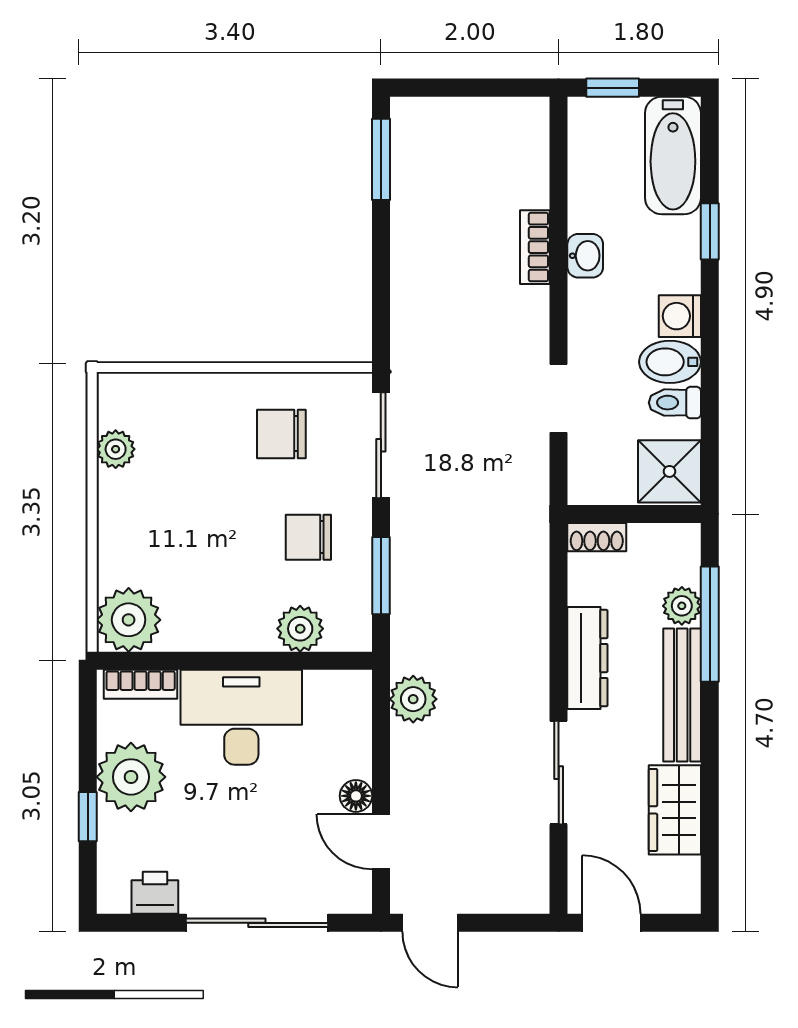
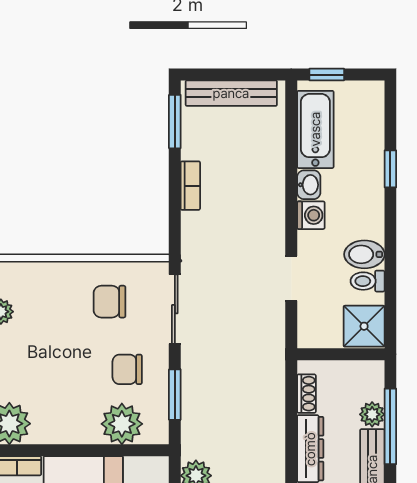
bench: (467, 116) -> (231, 93), added
bathtub: (673, 155) -> (315, 129), moved, turned 180
bookcase: (535, 247) -> (190, 186), moved, turned 180
washing machine: (680, 316) -> (311, 215), moved, turned 180
shoe rack: (597, 537) -> (306, 394), moved, turned -90
plant: (300, 629) -> (122, 424), width x1.36, depth x1.36

